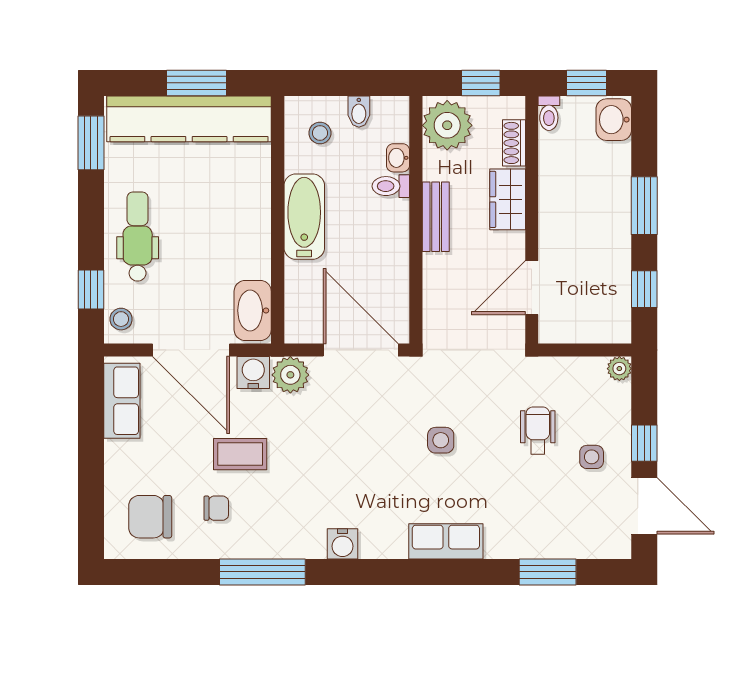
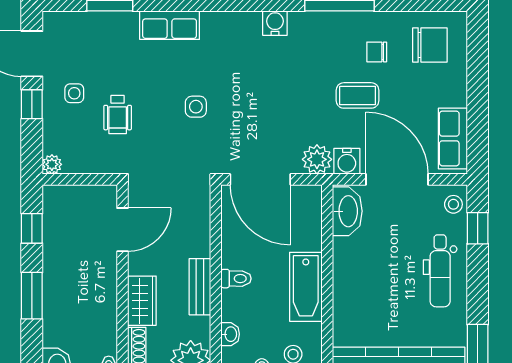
toilet: (391, 186) -> (236, 279), moved
row of seats: (446, 541) -> (170, 25), moved

